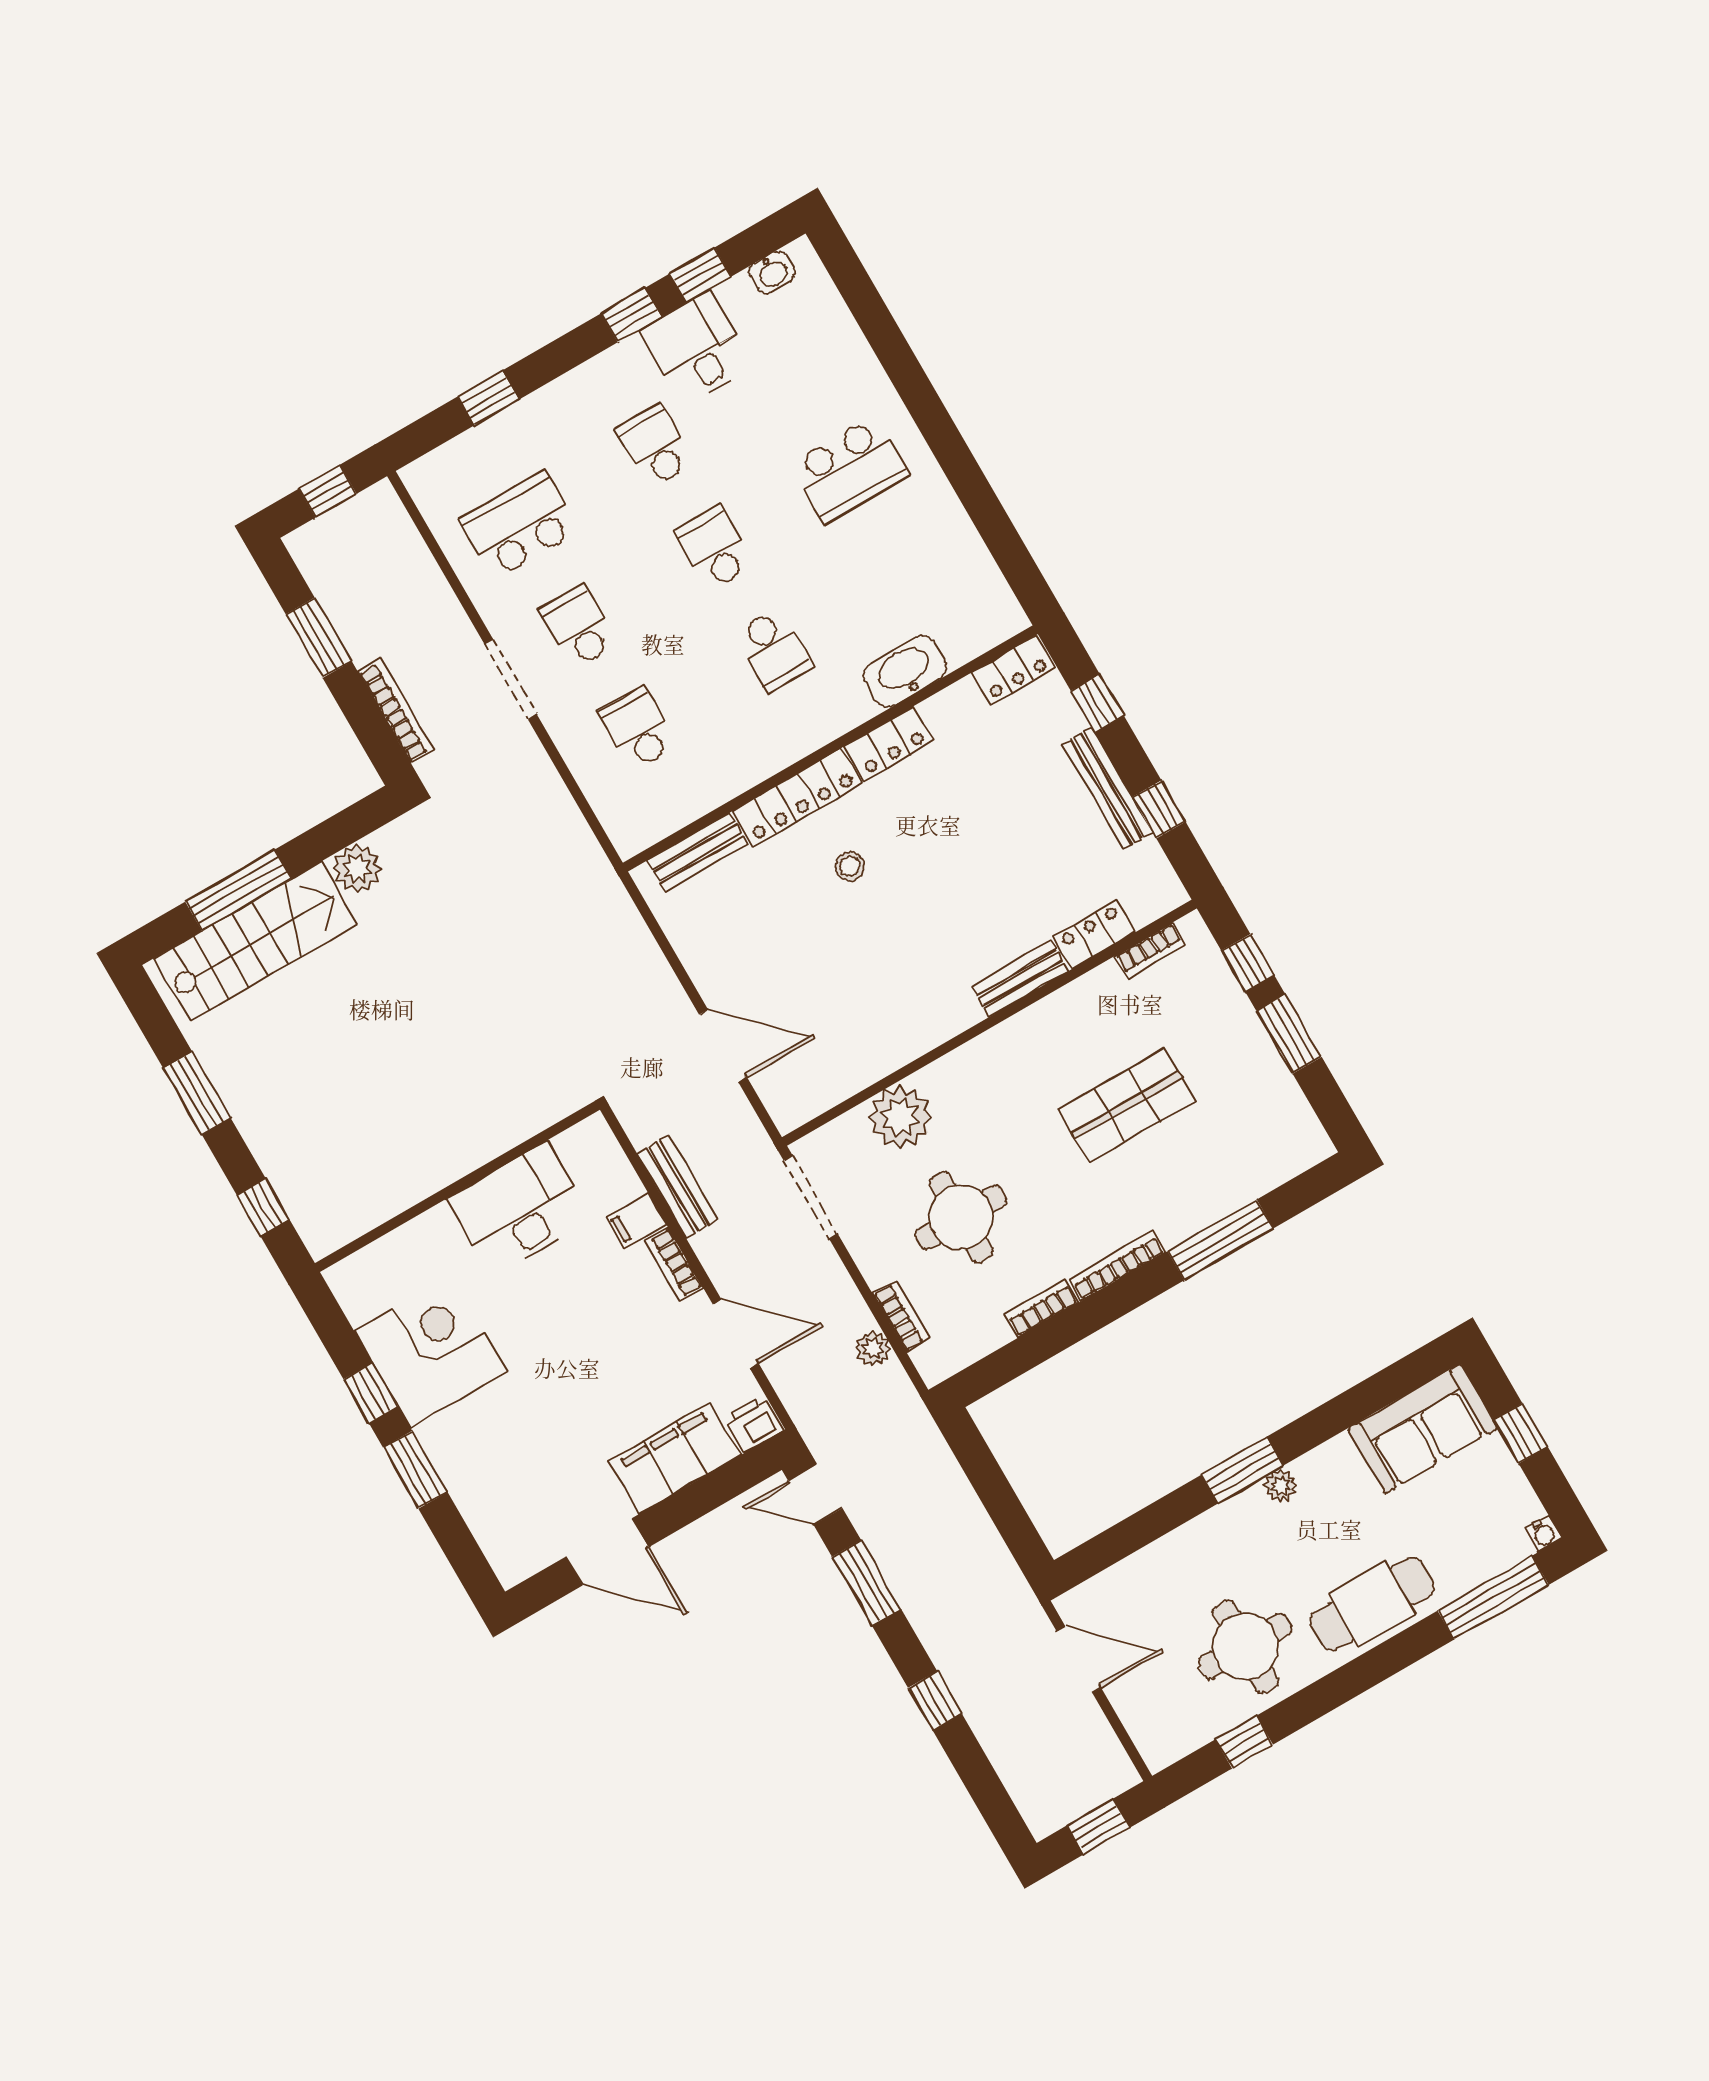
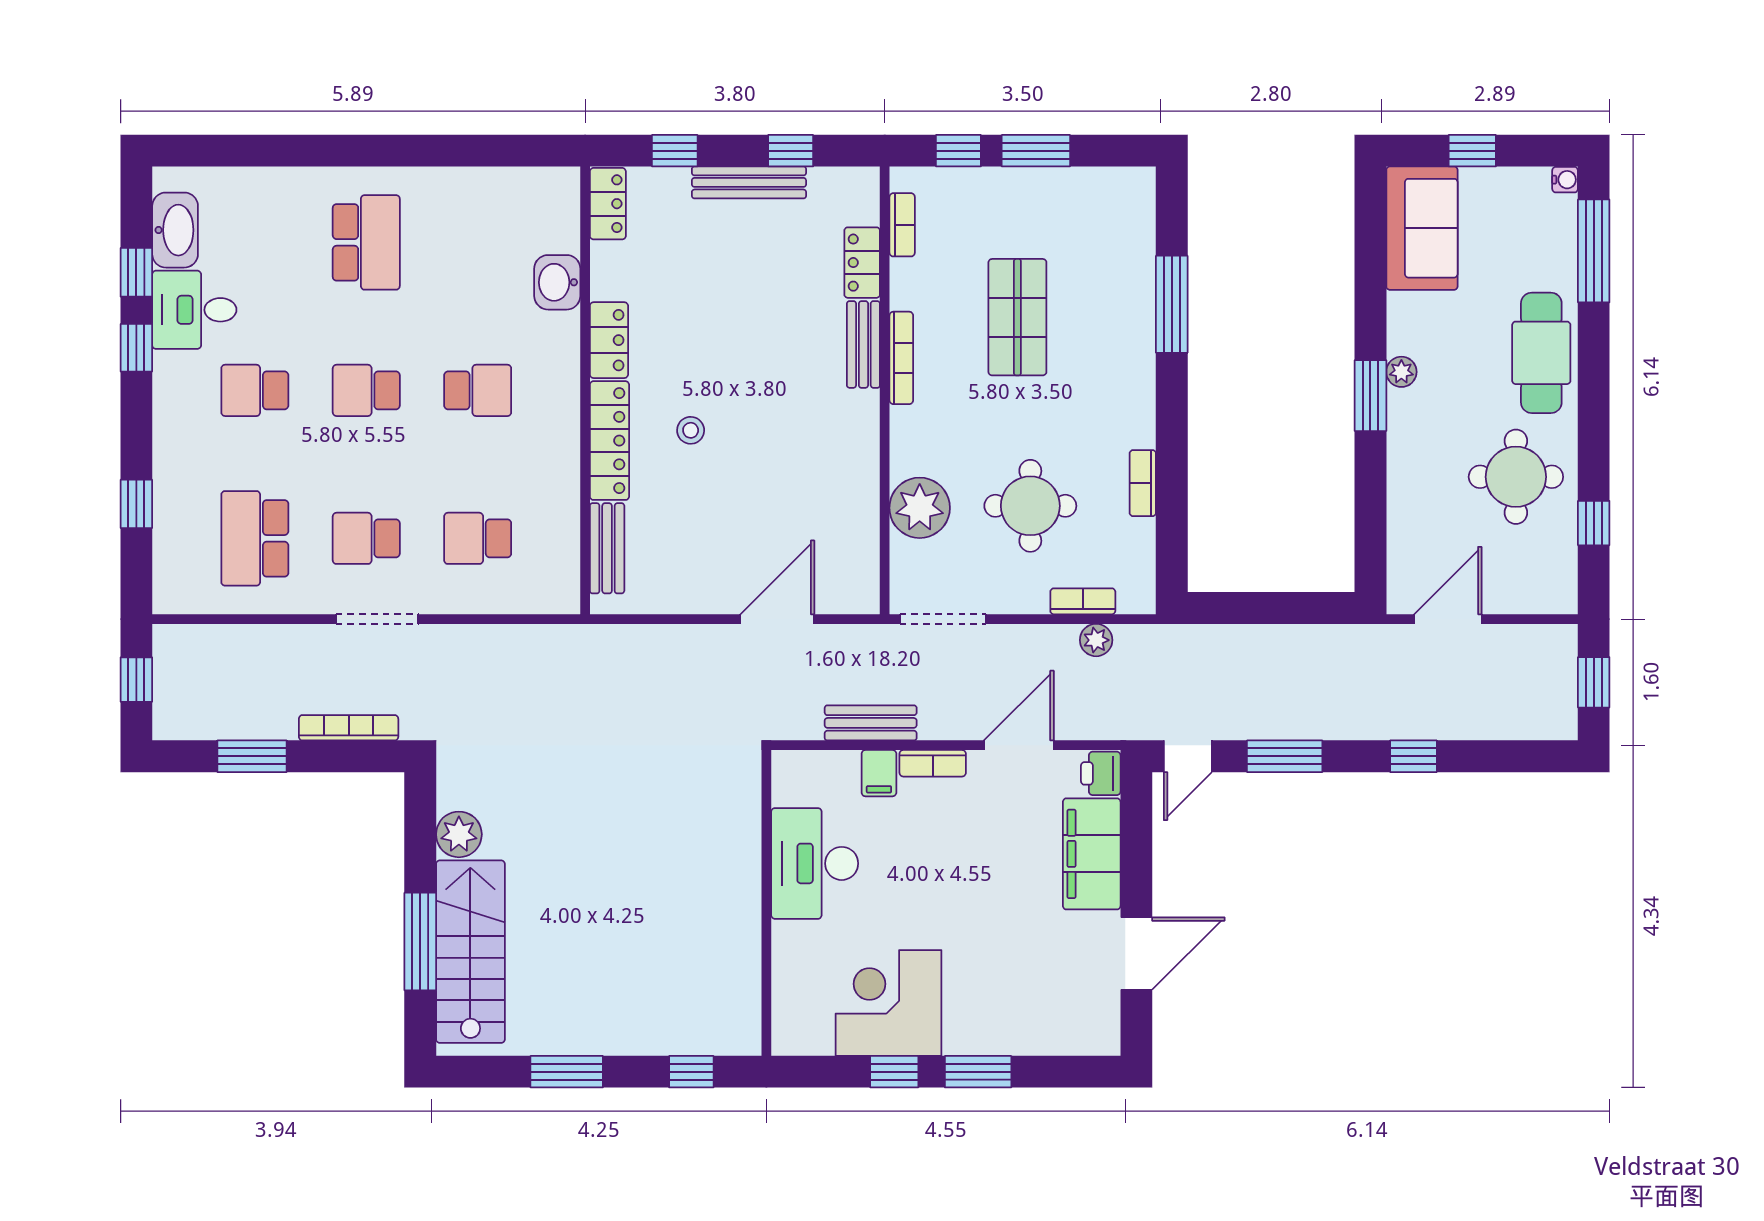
washbasin: (772, 272) -> (175, 230), width x1.91, depth x1.45
washbasin: (905, 671) -> (557, 282), width x0.72
bookcase: (1118, 1266) -> (901, 358), moved, turned 180

